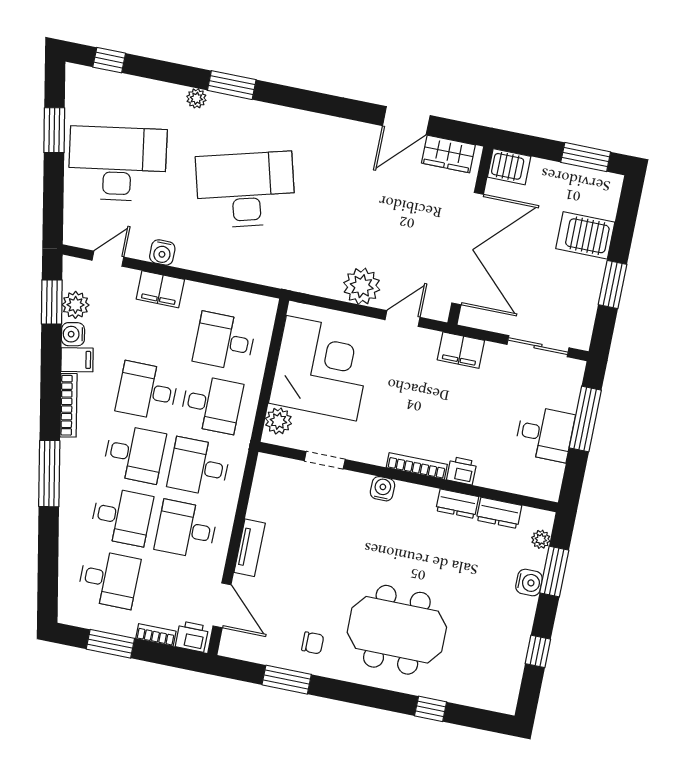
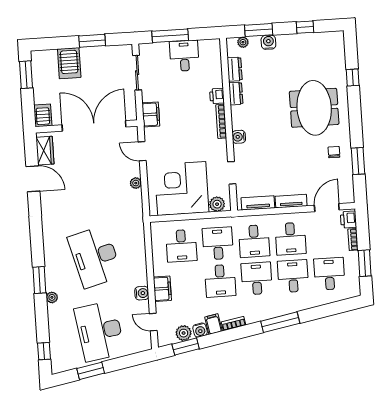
plant: (362, 286) -> (136, 183), width x0.53, depth x0.53
bookcase: (69, 405) -> (233, 323), width x0.64
tv unit: (262, 491) -> (258, 203), added

